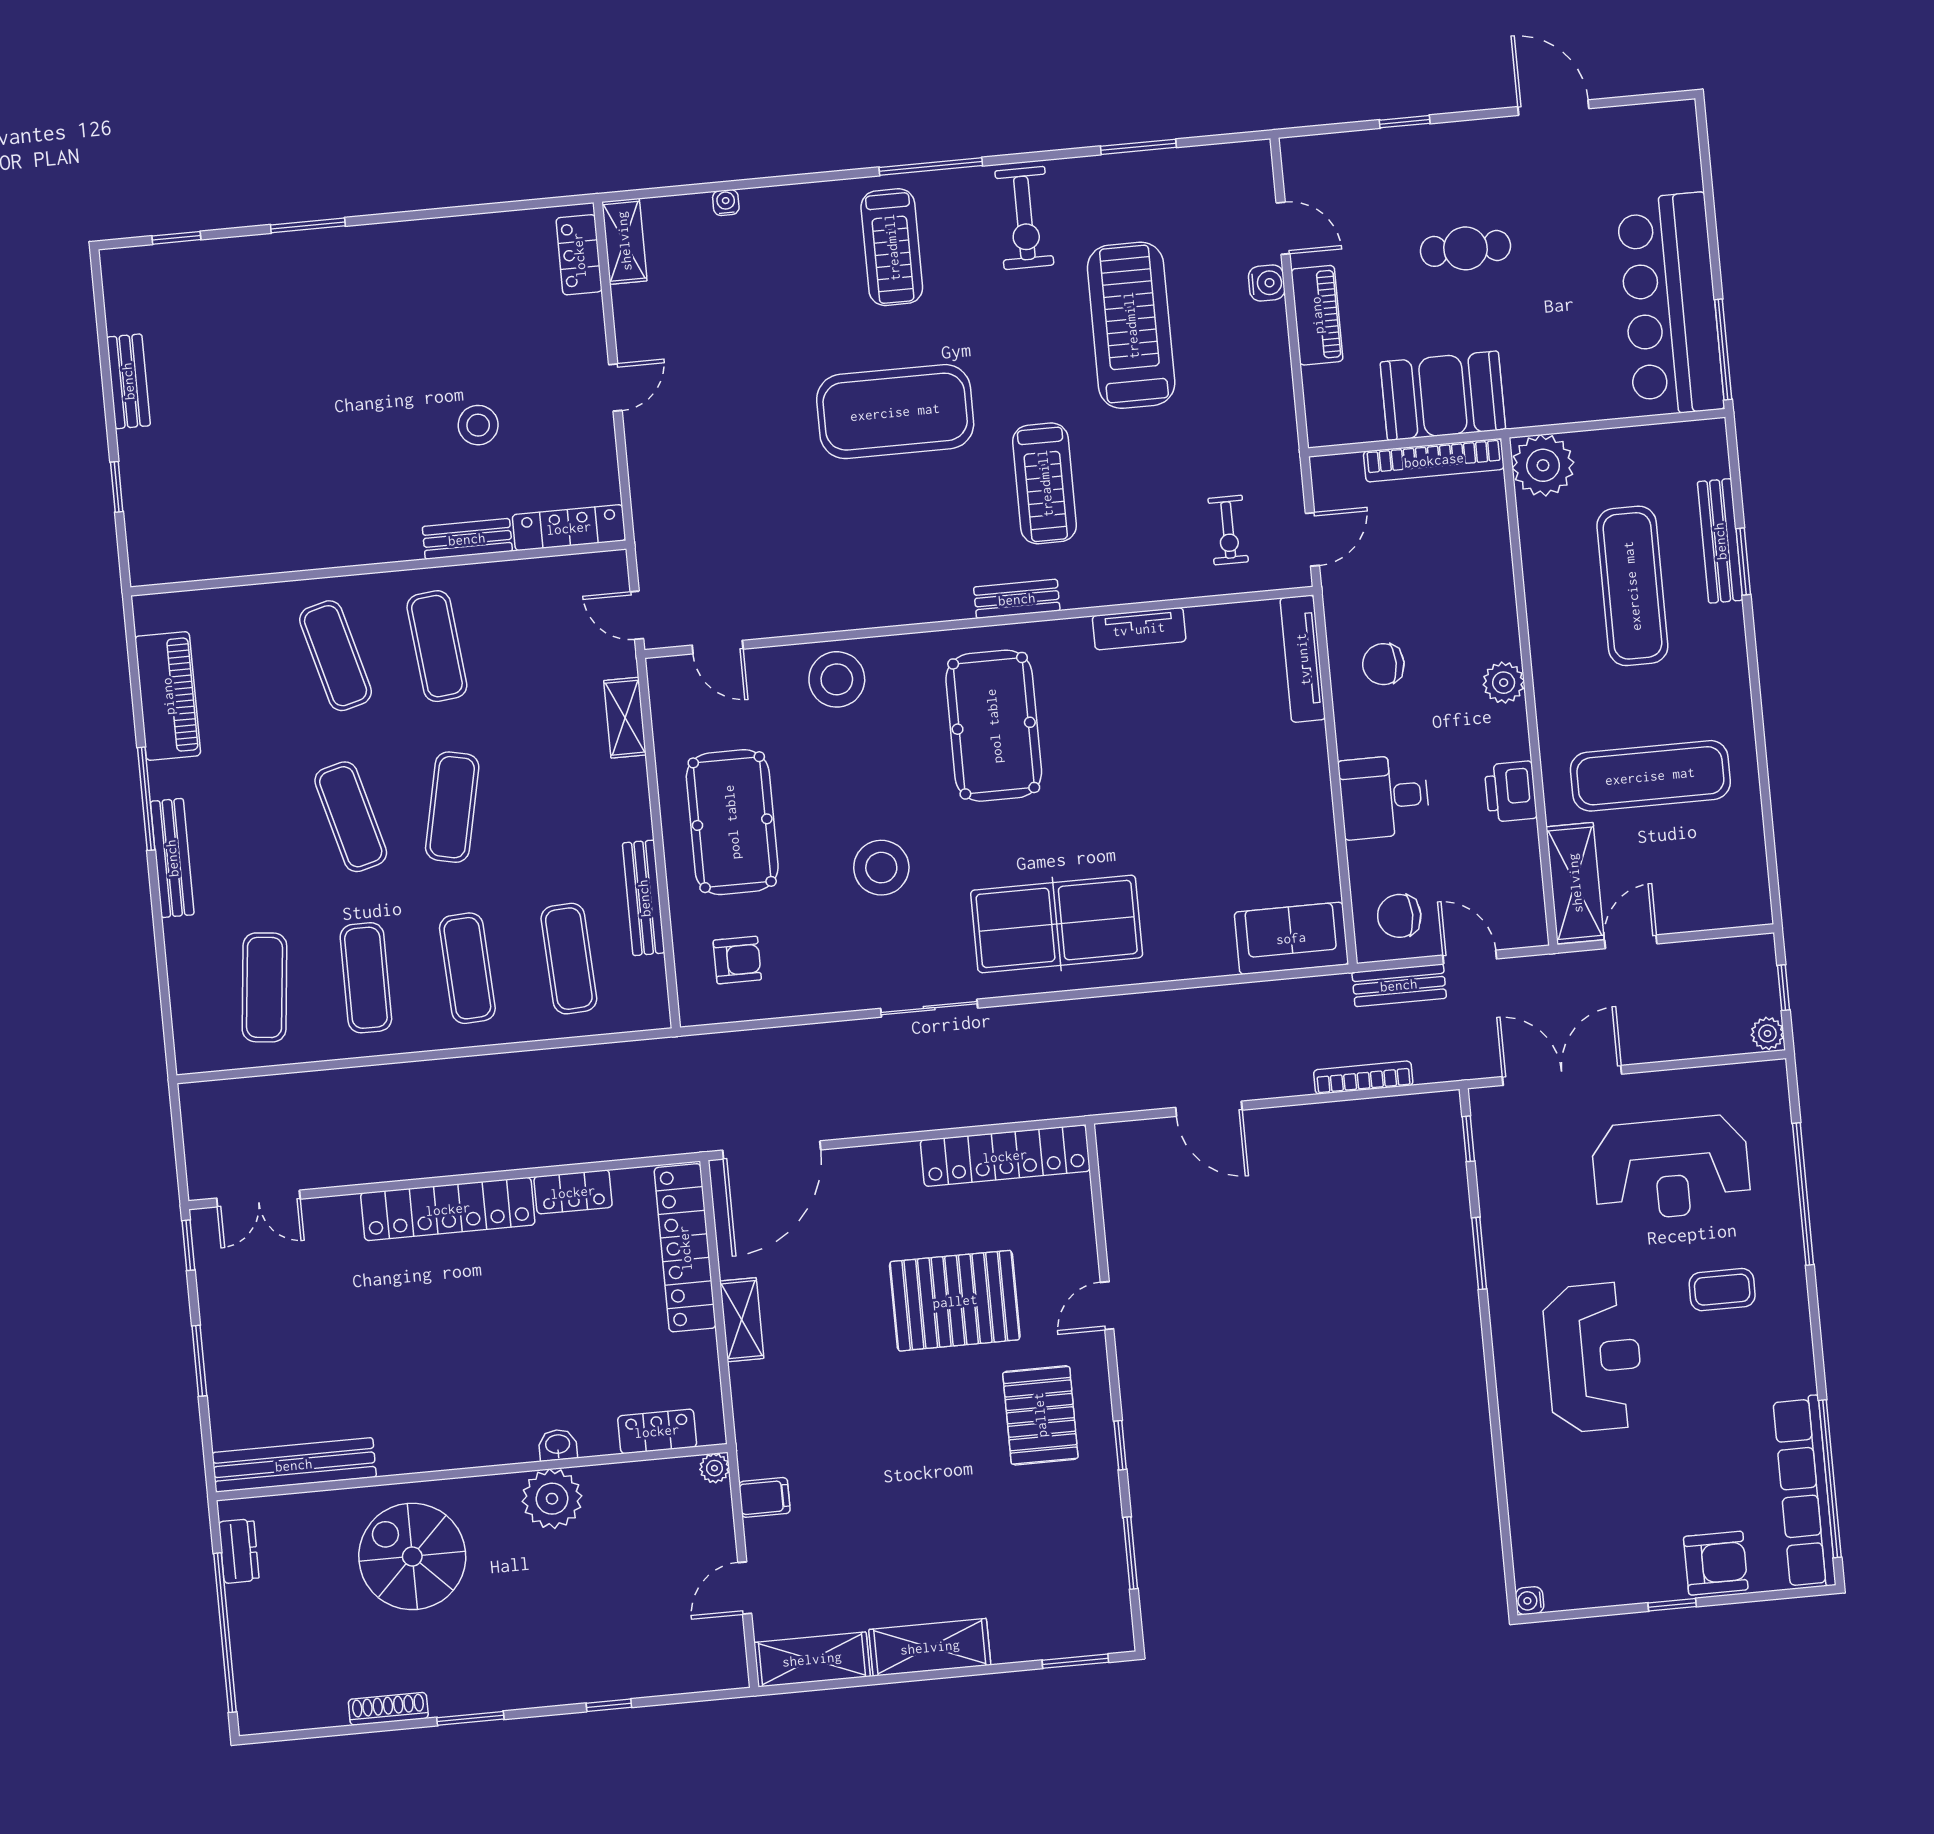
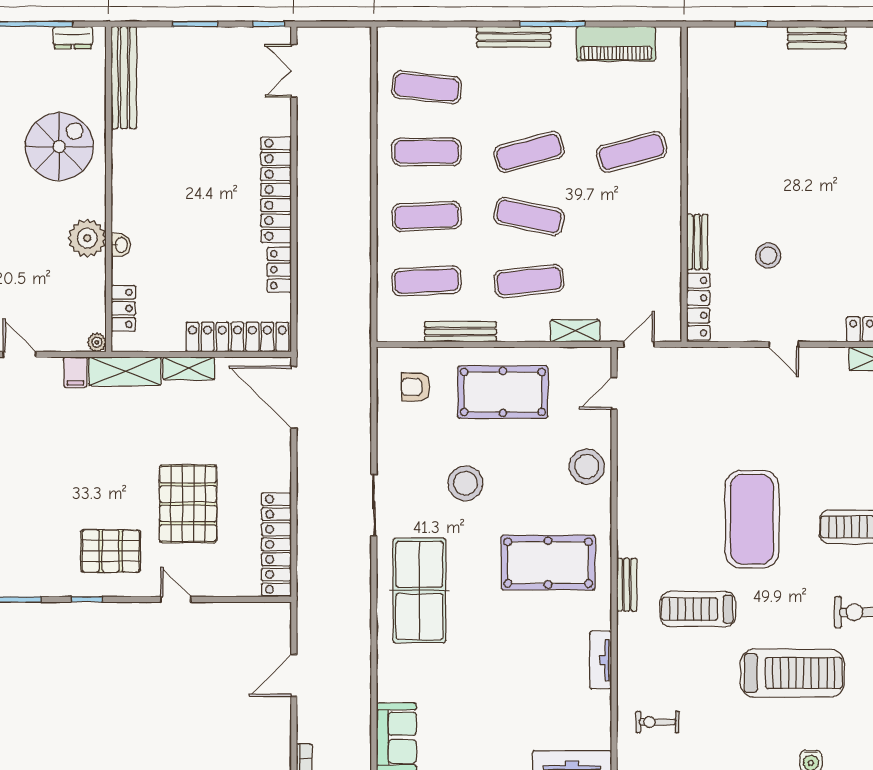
exercise mat: (437, 646) -> (529, 281), moved
armchair: (737, 960) -> (416, 387), turned 90
shelving: (756, 1420) -> (125, 371), added

